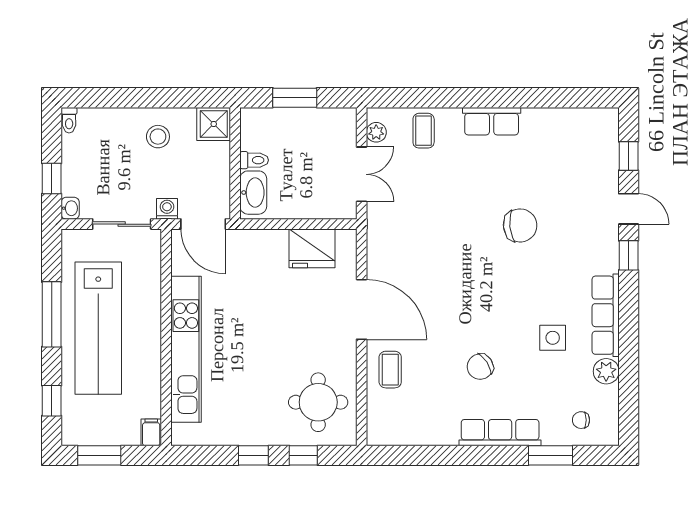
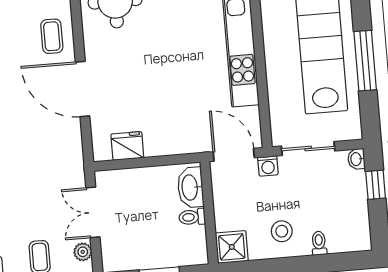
toilet: (69, 120) -> (319, 243), moved
fridge: (312, 248) -> (127, 146), width x0.73, depth x0.75

